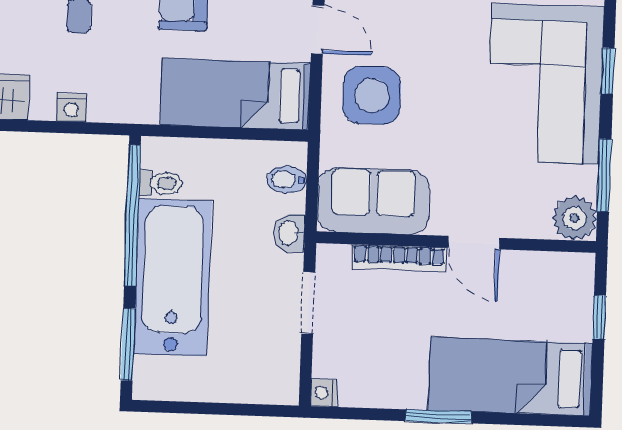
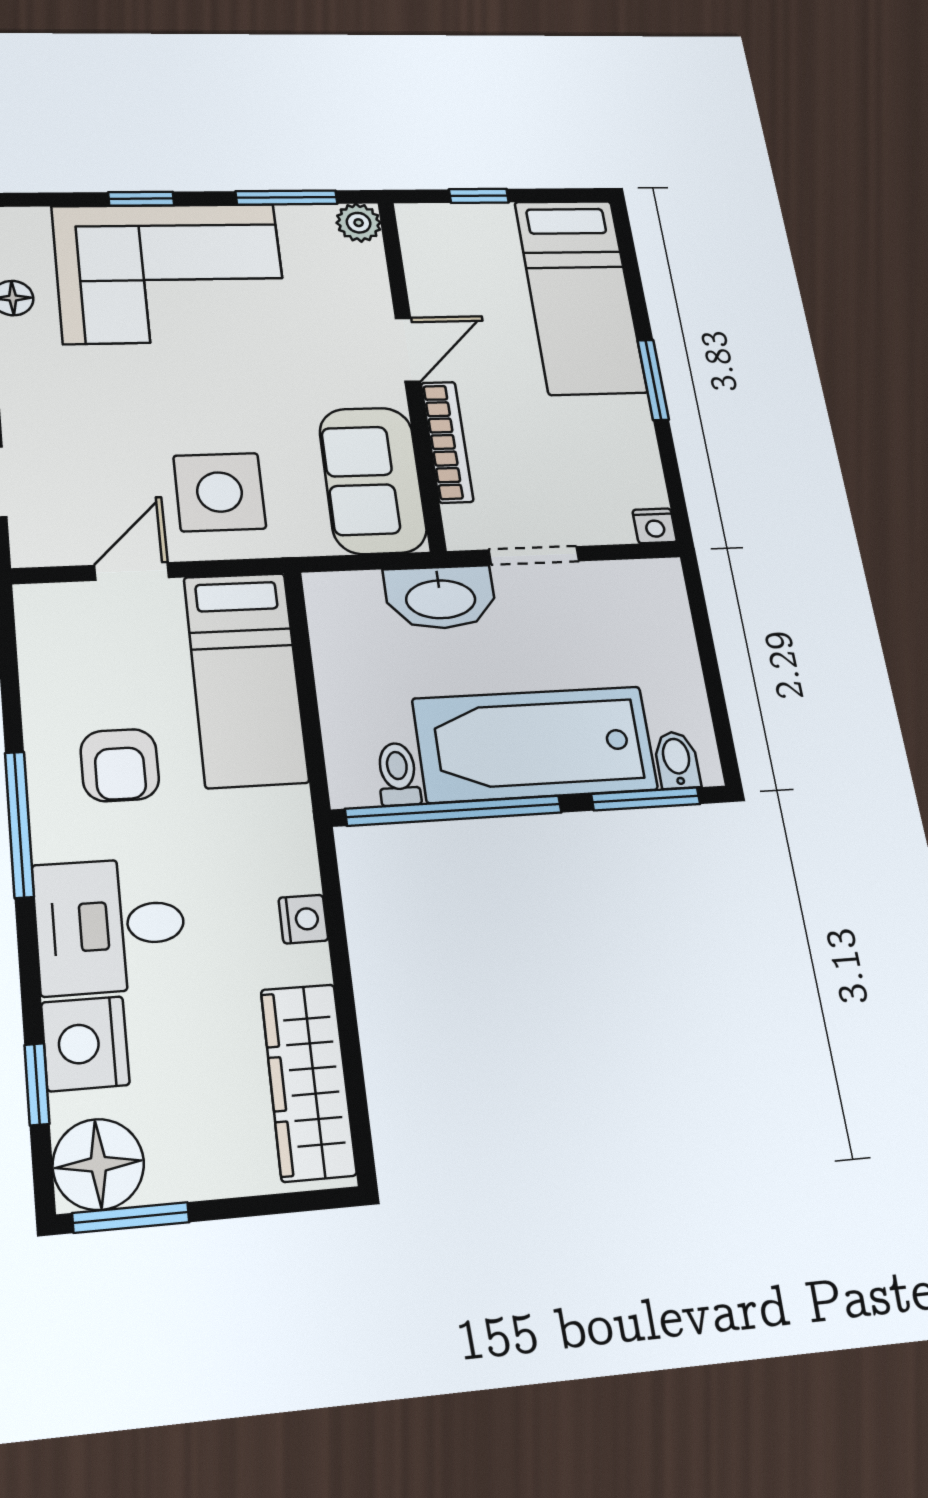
bidet: (287, 180) -> (677, 760), moved, turned 180
plant: (575, 218) -> (359, 223), width x0.73, depth x0.73
washbasin: (289, 233) -> (440, 597), width x1.91, depth x1.45

